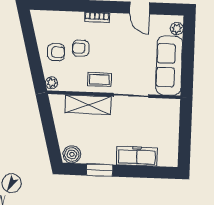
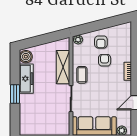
freezer: (137, 156) -> (26, 79), moved
window: (100, 170) -> (15, 94), moved

